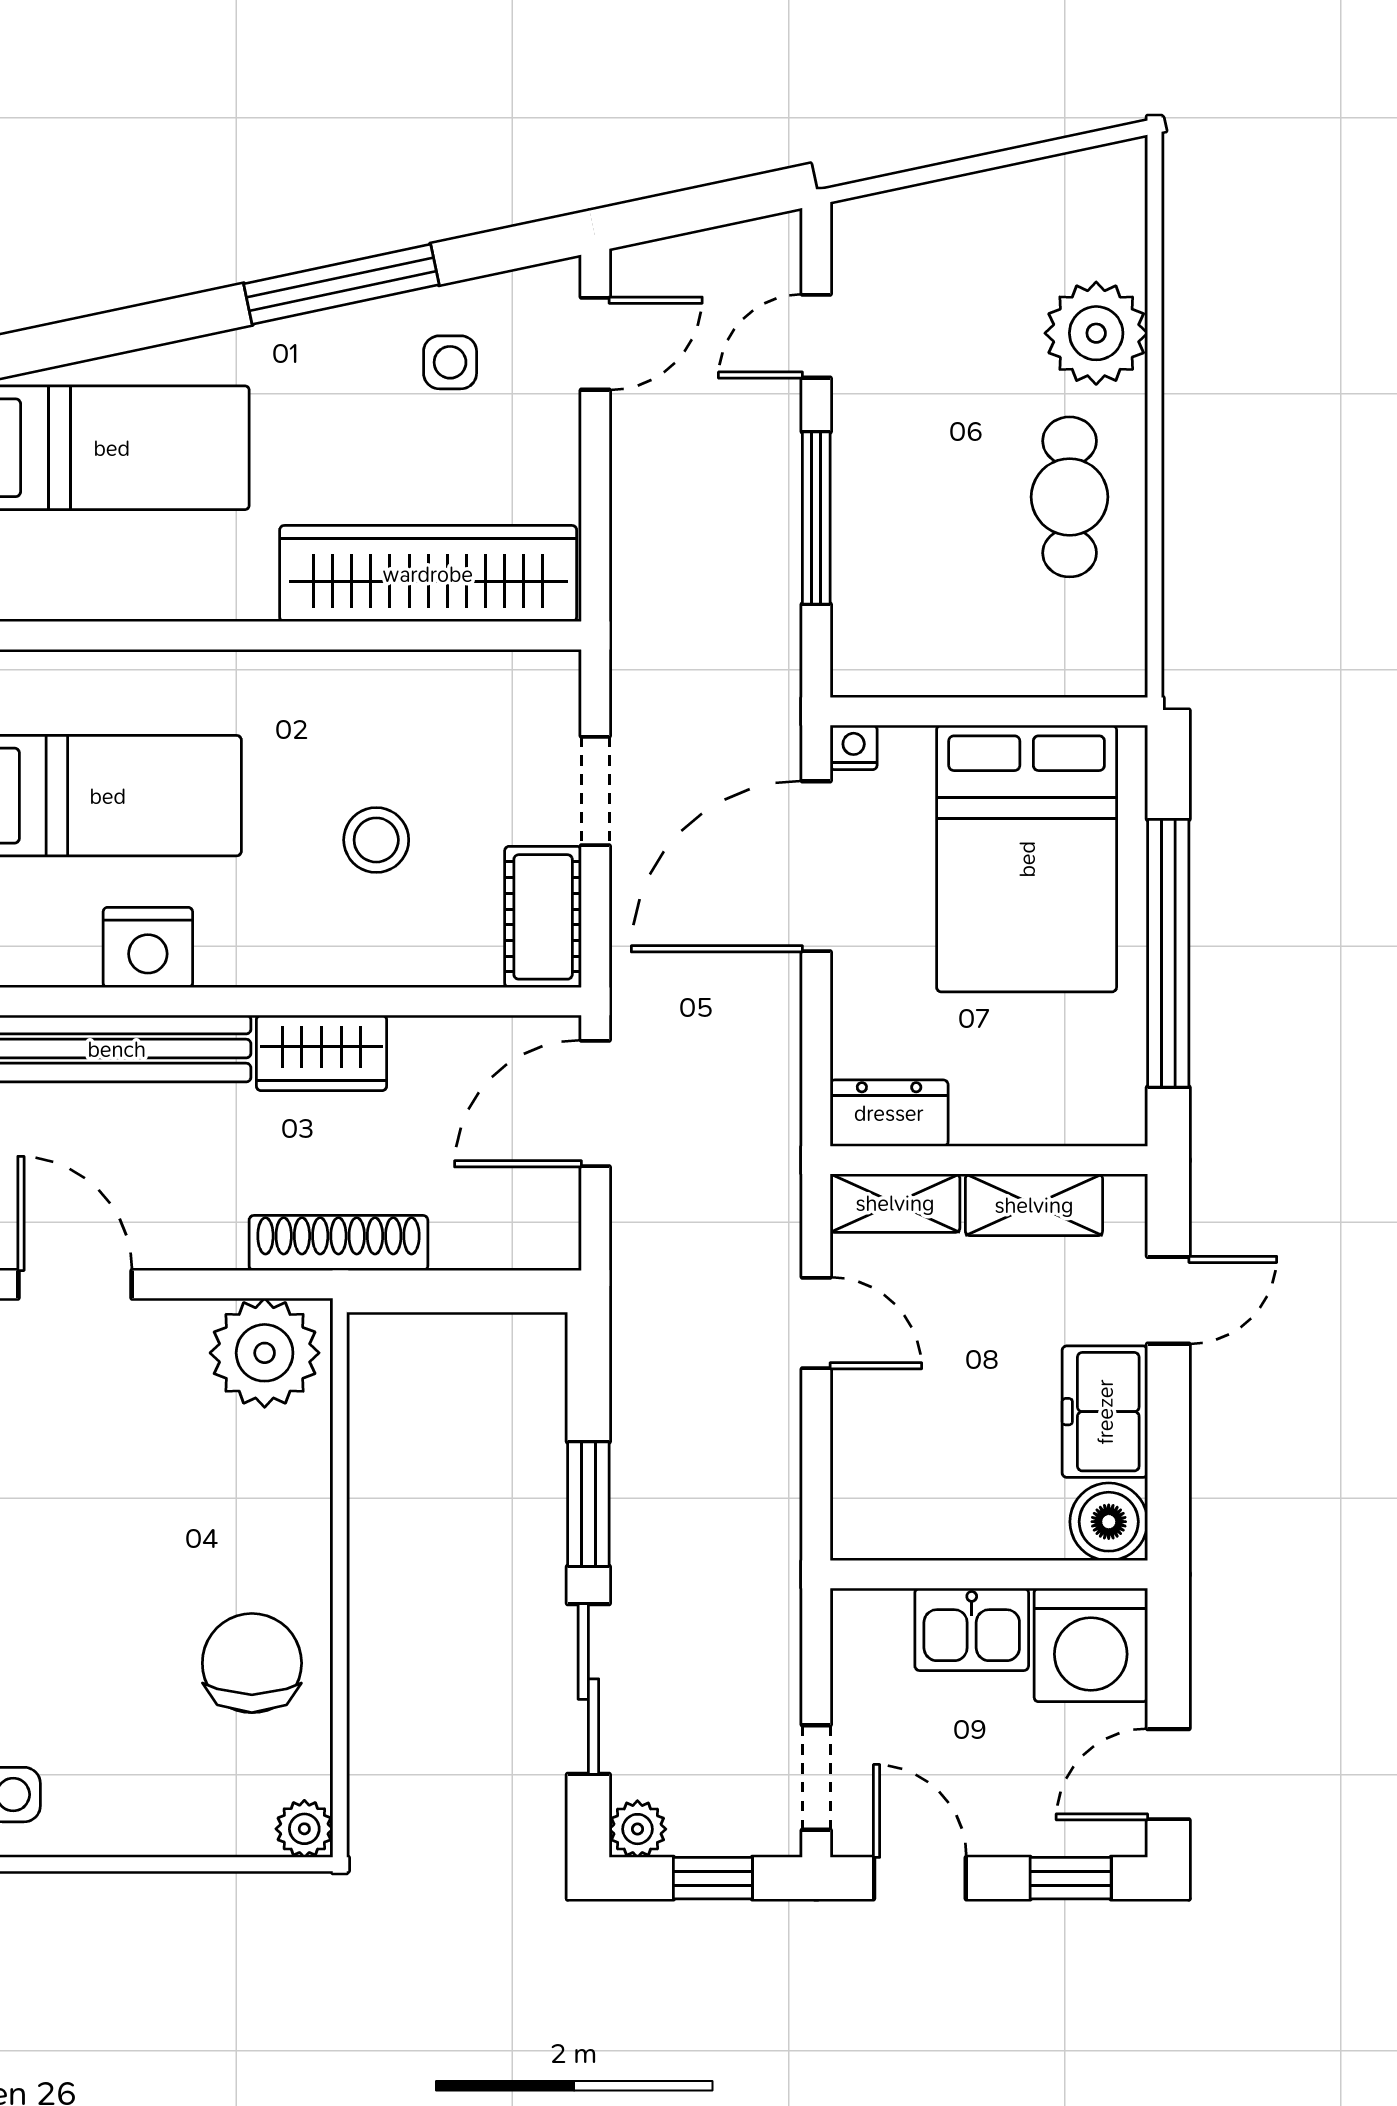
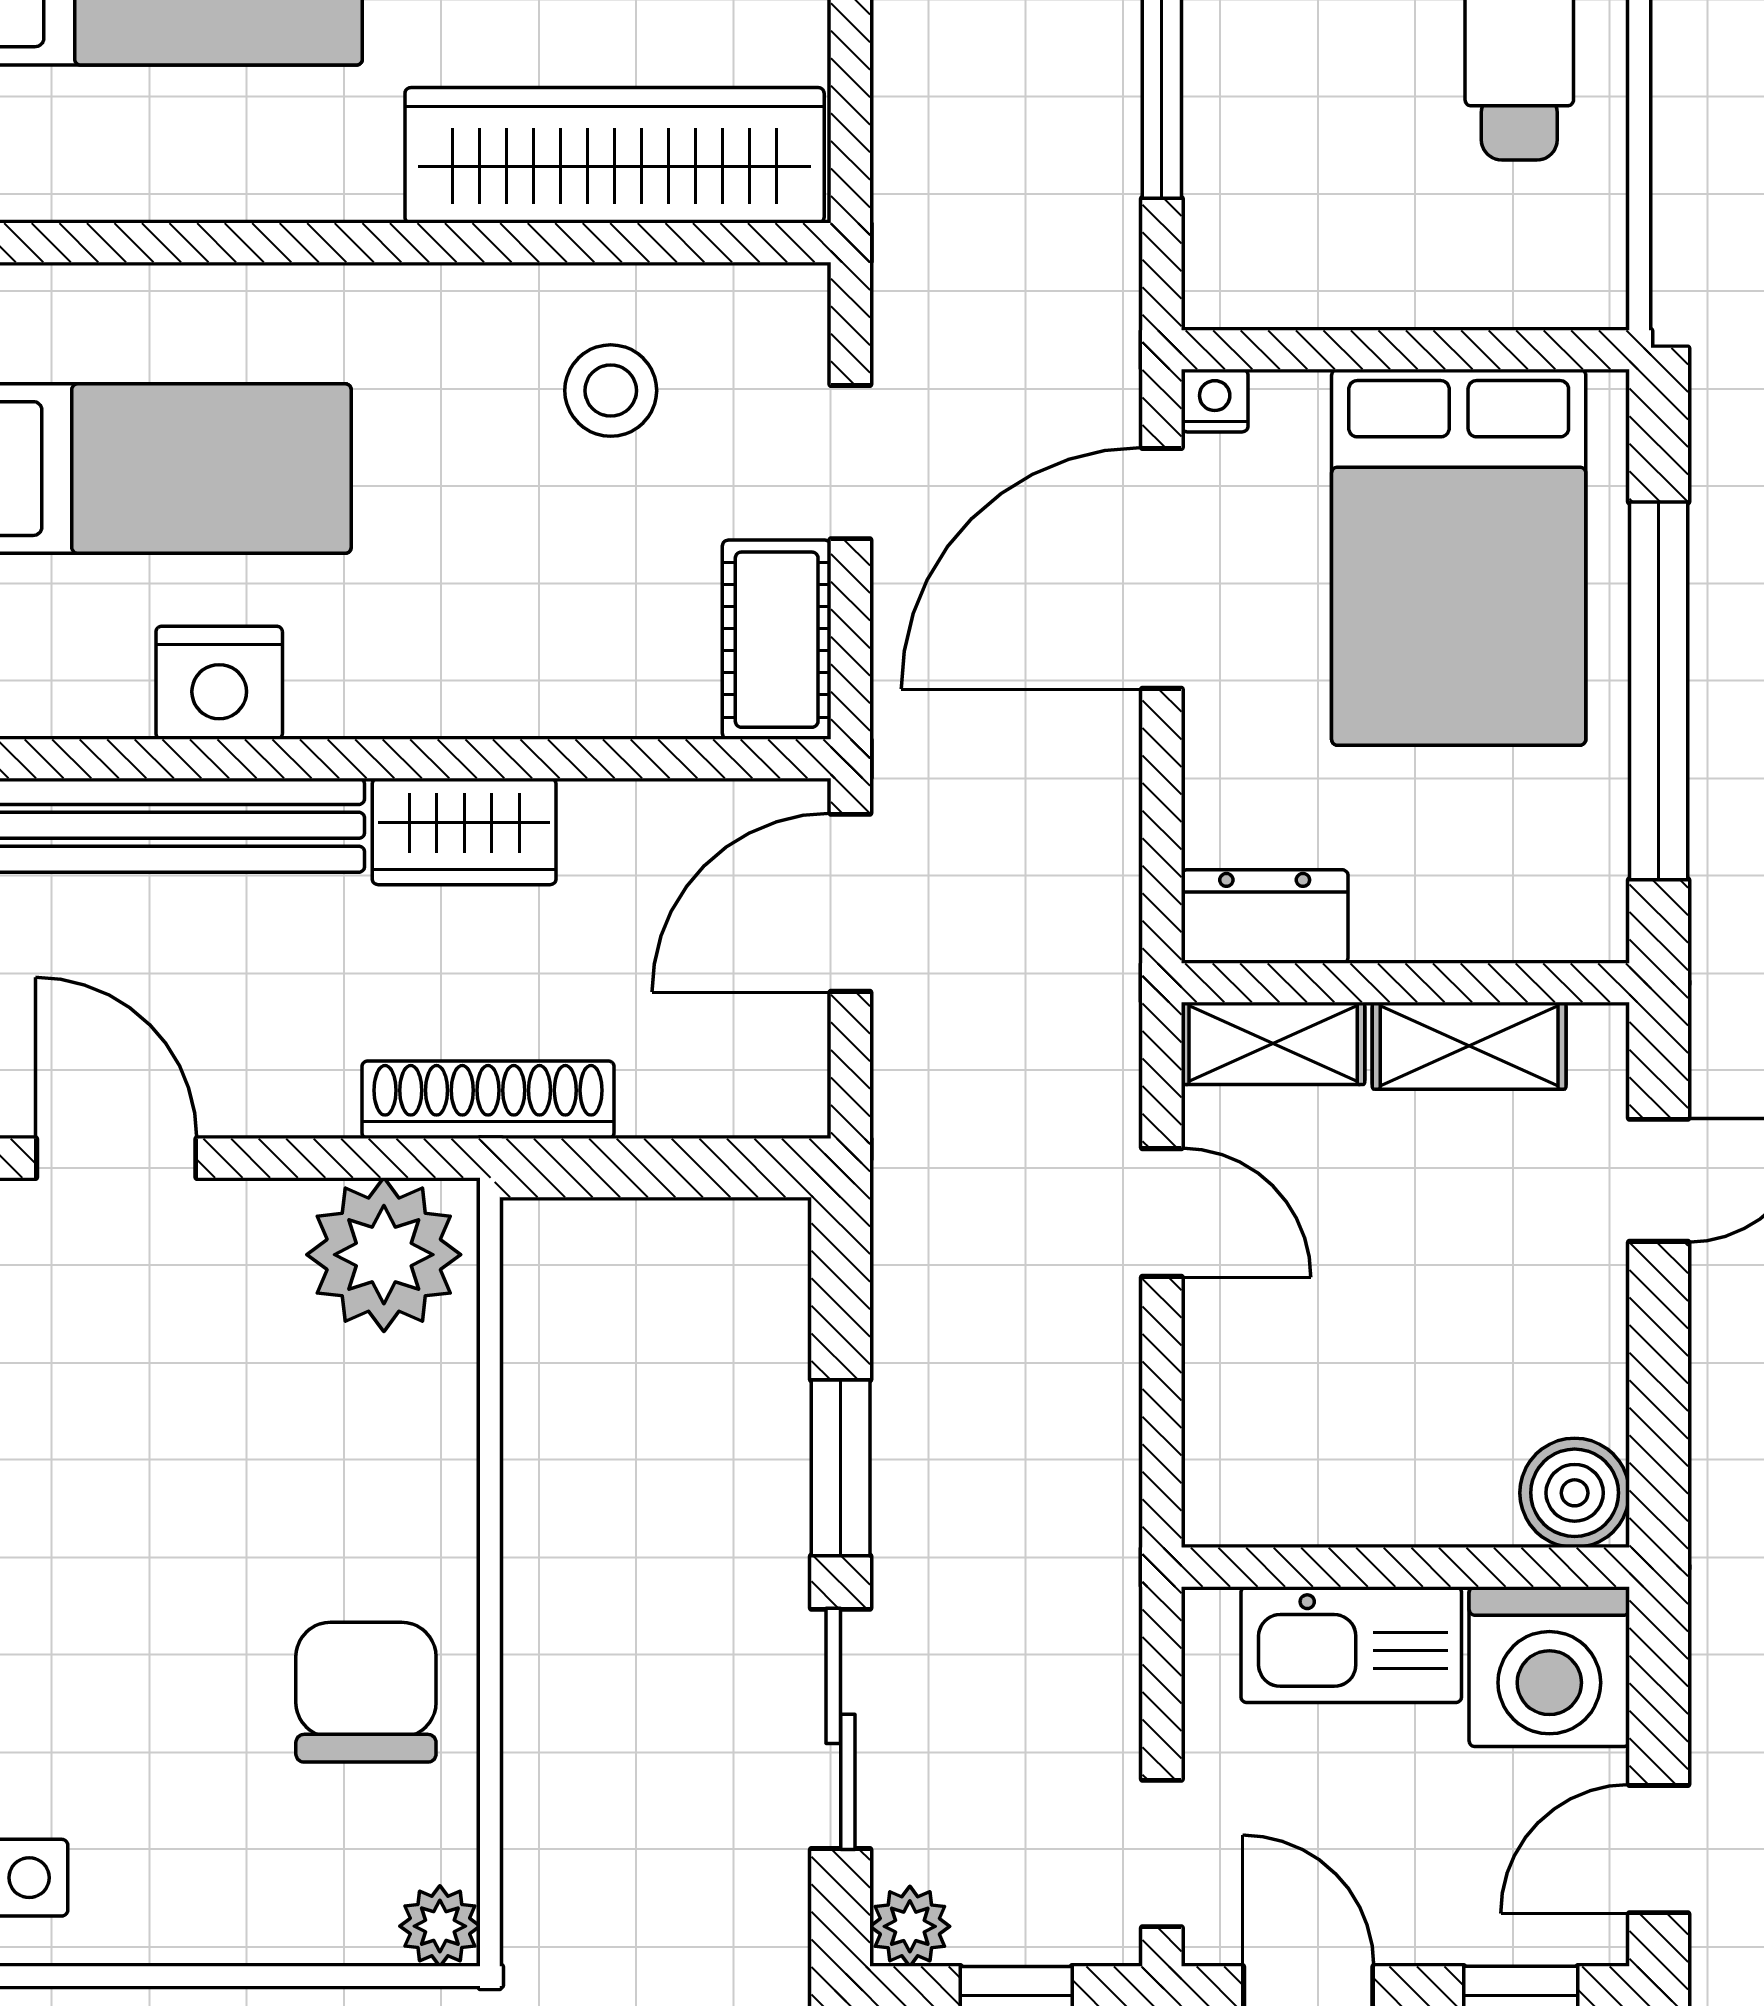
stool: (376, 840) -> (611, 391), moved
freezer: (1105, 1412) -> (1569, 1338), removed
kitchen sink: (972, 1629) -> (1351, 1645), width x1.38

